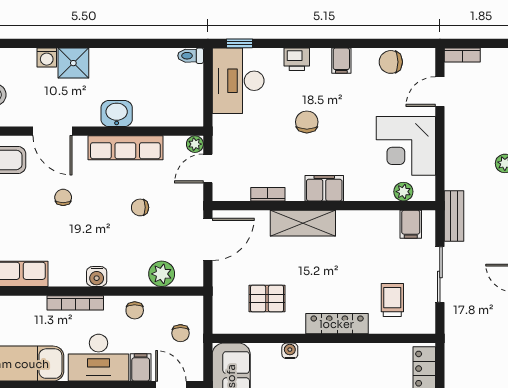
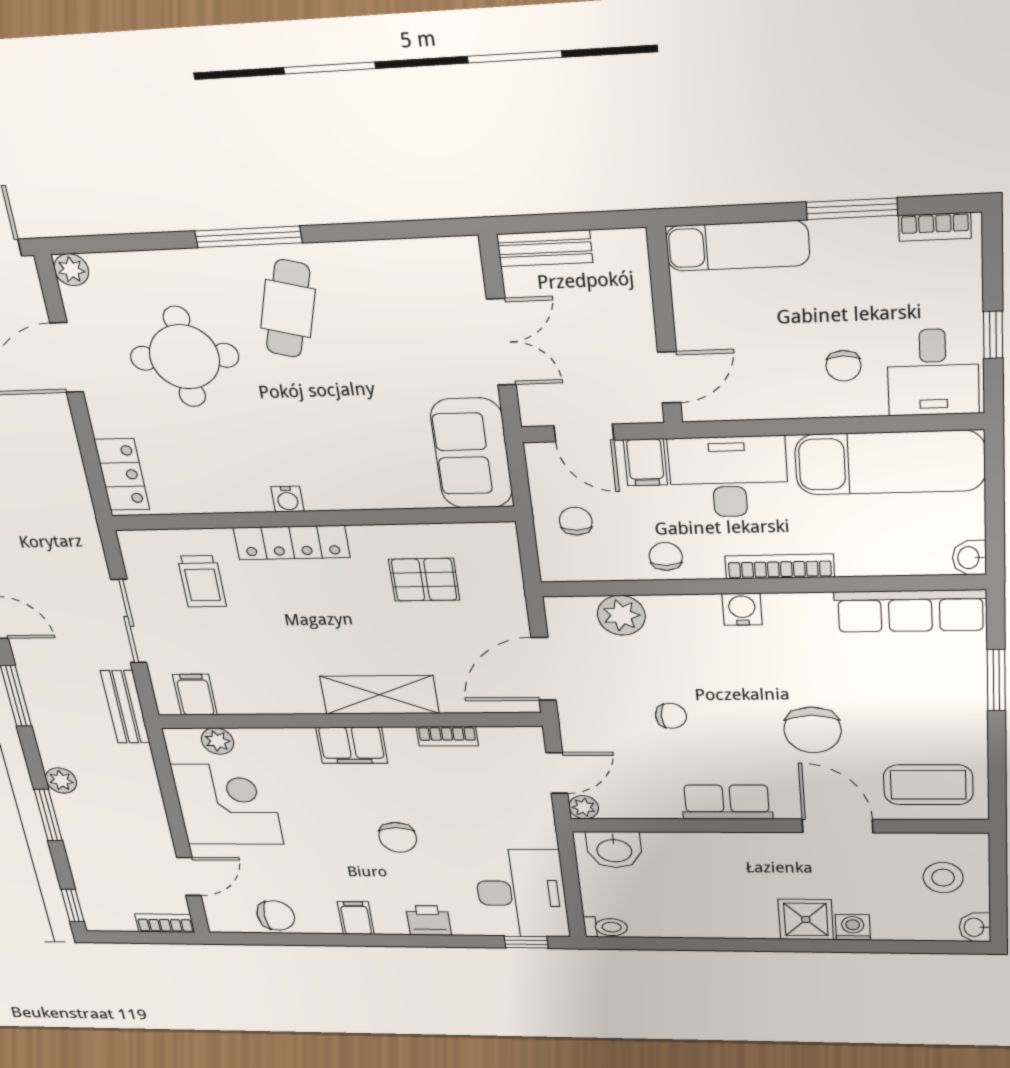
washbasin: (117, 114) -> (614, 850), moved
row of seats: (125, 148) -> (727, 802), width x0.68
chair: (63, 197) -> (813, 730), width x1.87, depth x1.87
water cooler: (290, 351) -> (287, 499), moved

